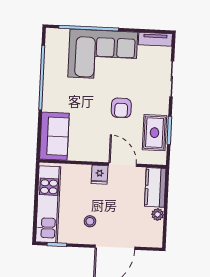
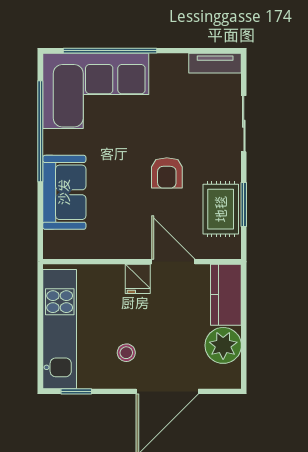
corner sofa: (103, 55) -> (96, 91), moved
sofa: (54, 136) -> (64, 192), moved
plant: (158, 214) -> (223, 345), width x1.87, depth x1.87

